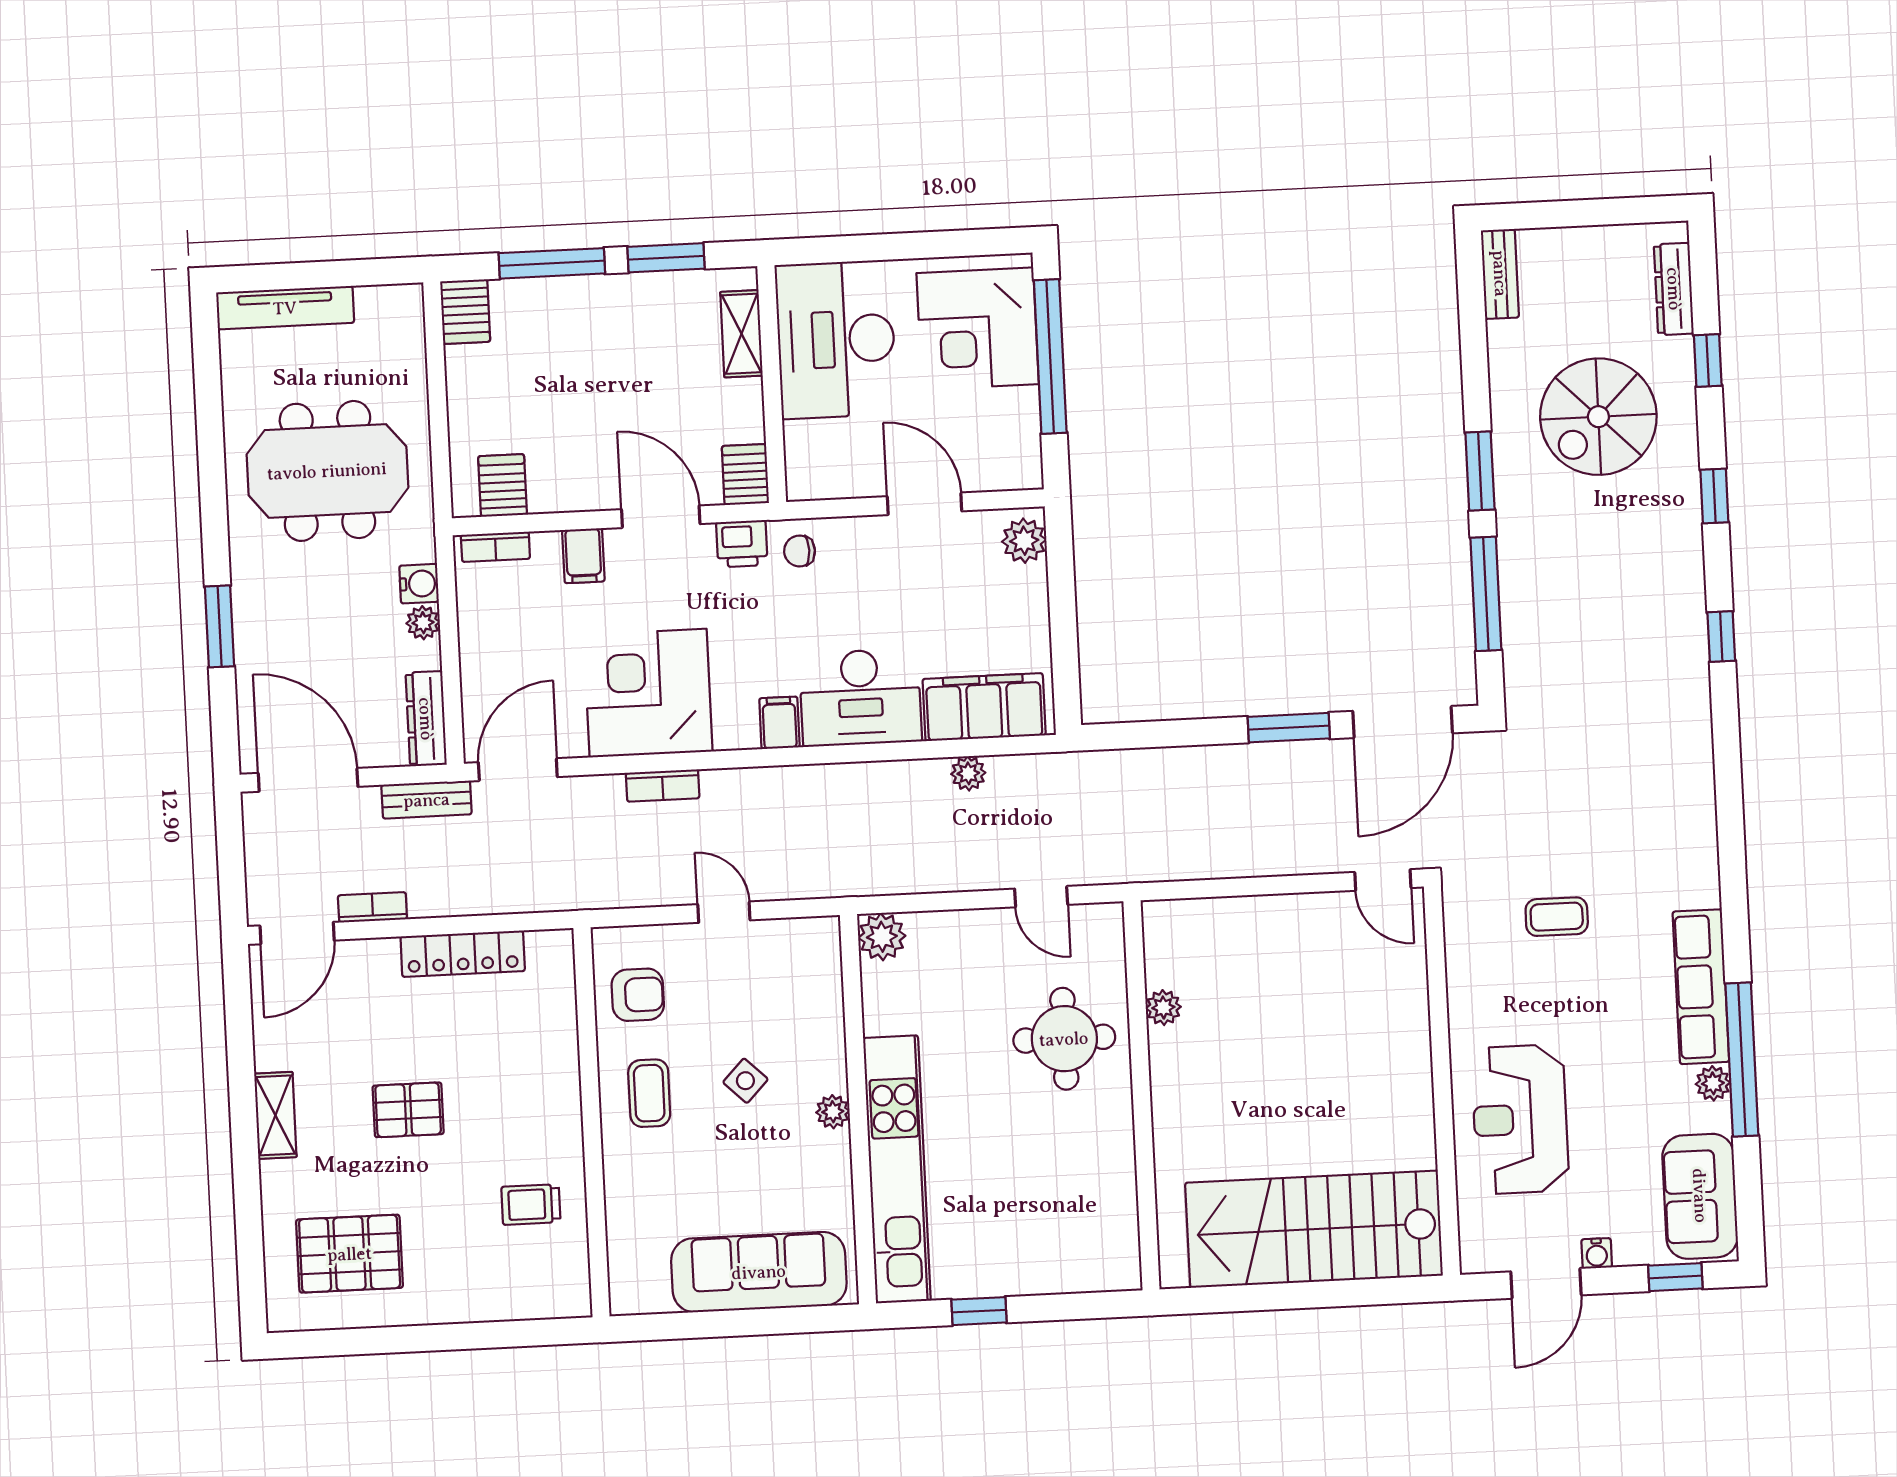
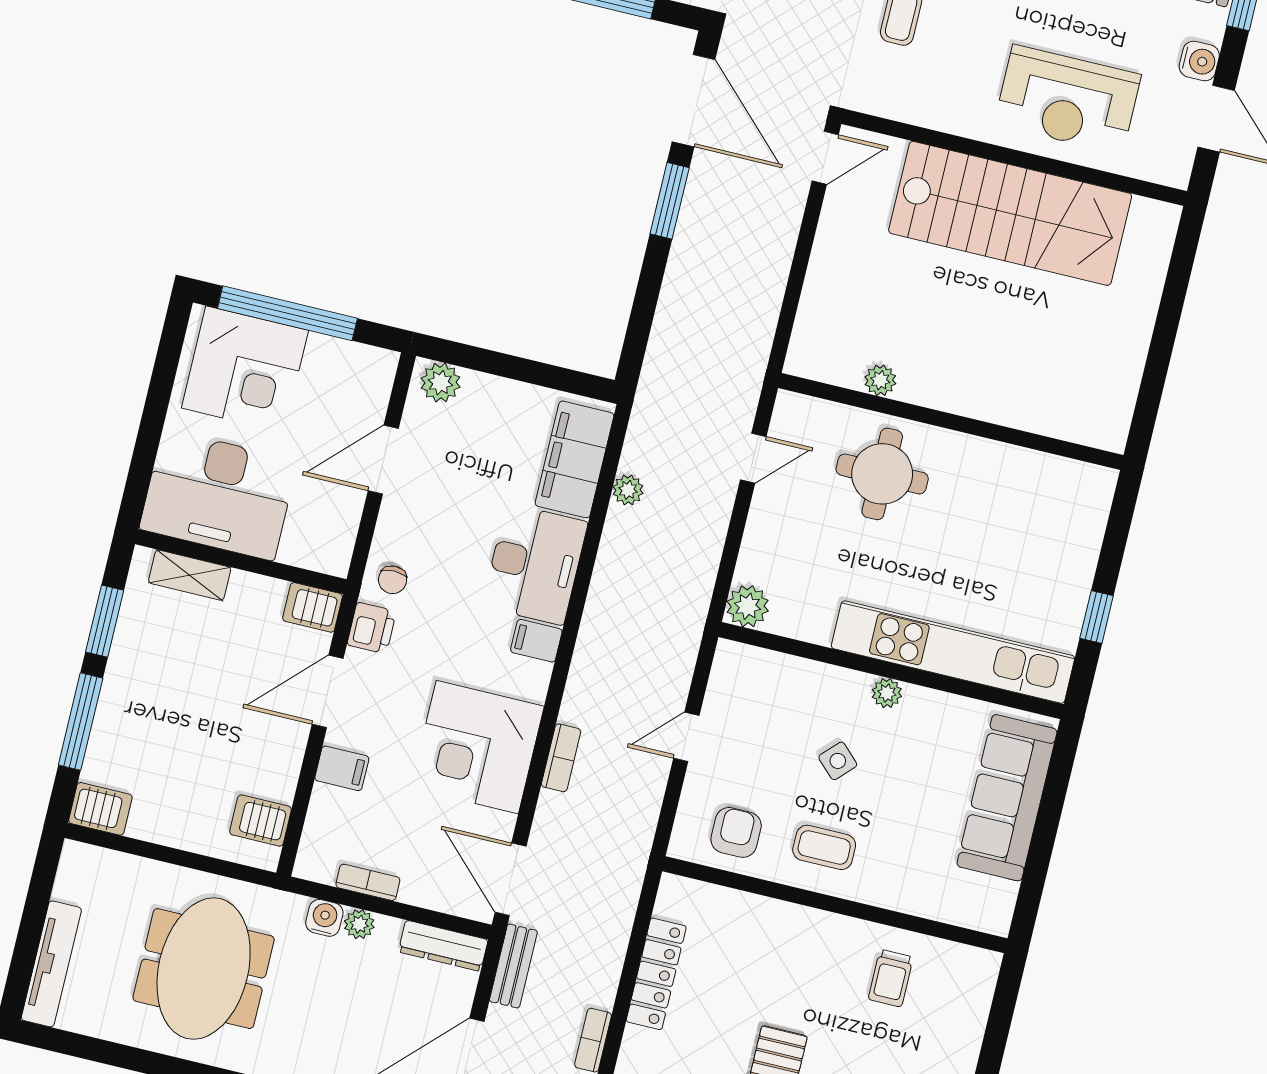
bookcase: (495, 547) -> (368, 882), moved, turned -90
stairs: (1314, 1229) -> (1010, 213), moved, turned -90
water cooler: (1597, 1253) -> (1199, 61), width x1.38, depth x1.38

